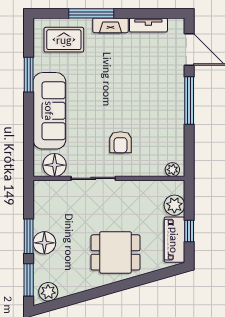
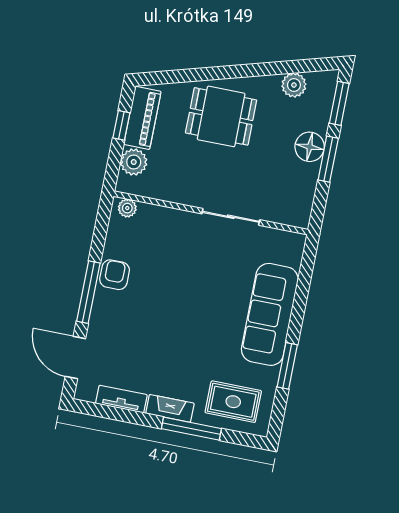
armchair: (120, 142) -> (115, 275), moved
floor lamp: (55, 165) -> (277, 244), removed
plant: (48, 292) -> (294, 85), moved

